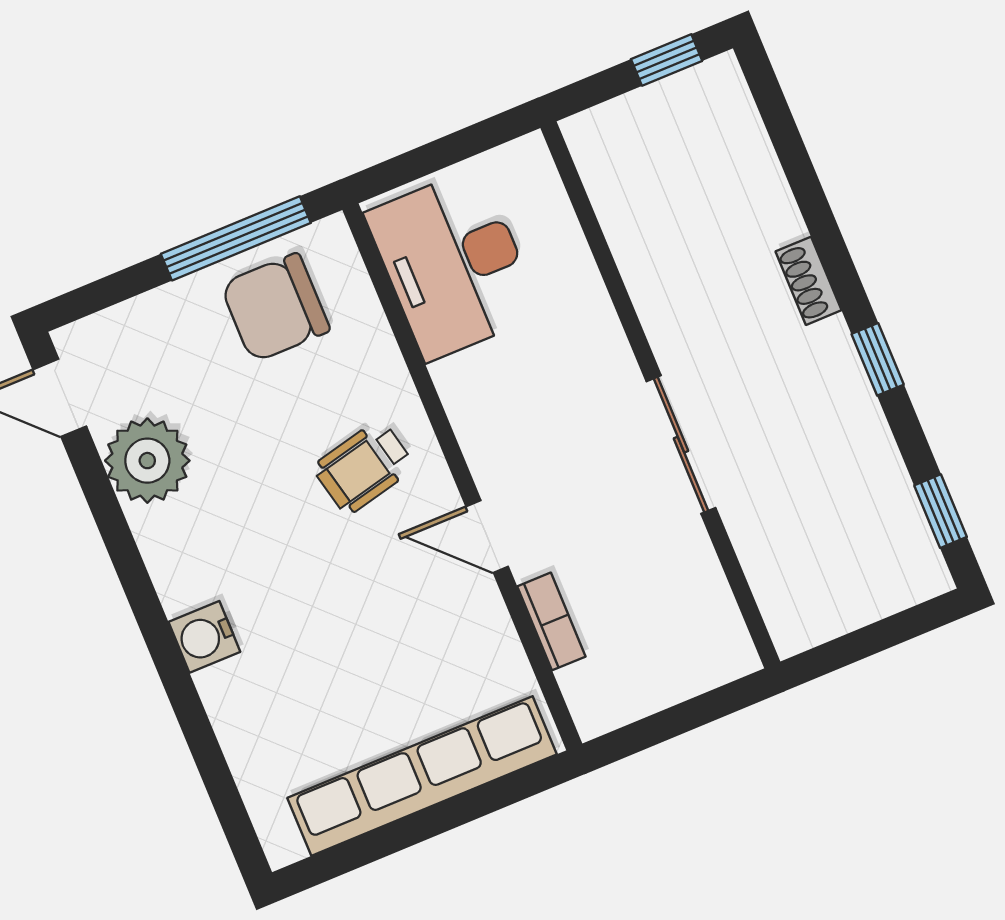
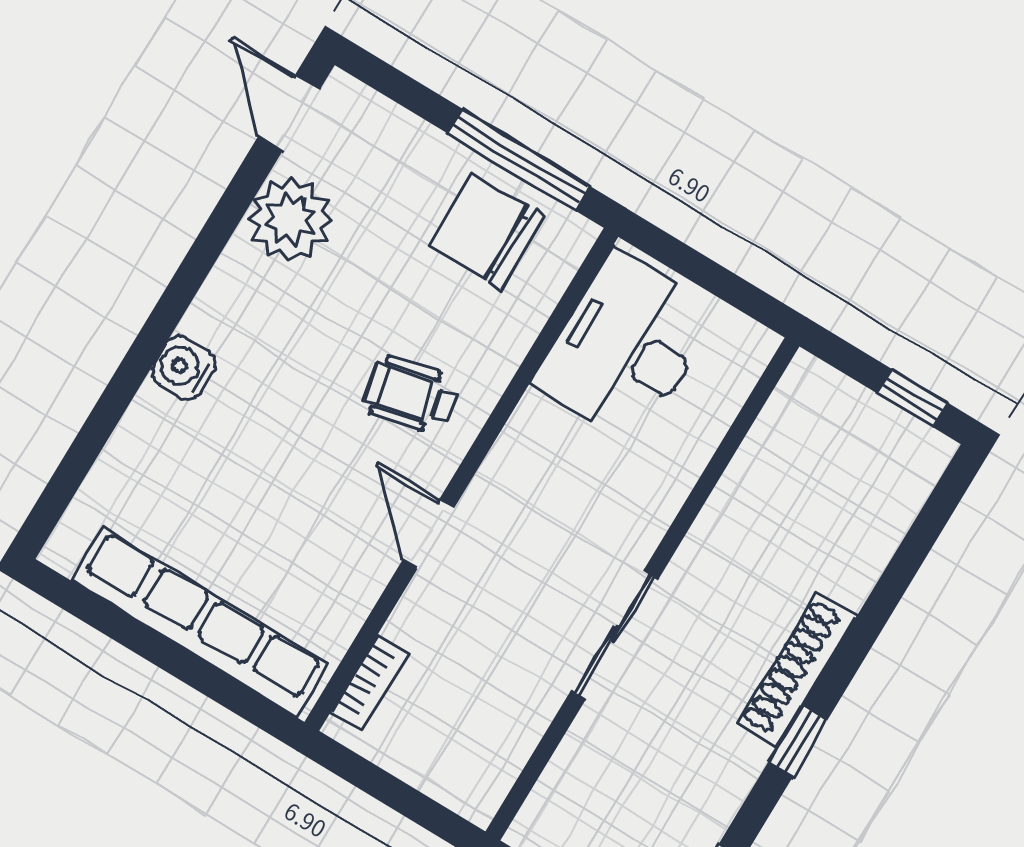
shoe rack: (809, 281) -> (797, 670), width x1.94, depth x1.24
bookcase: (551, 621) -> (370, 682), moved

